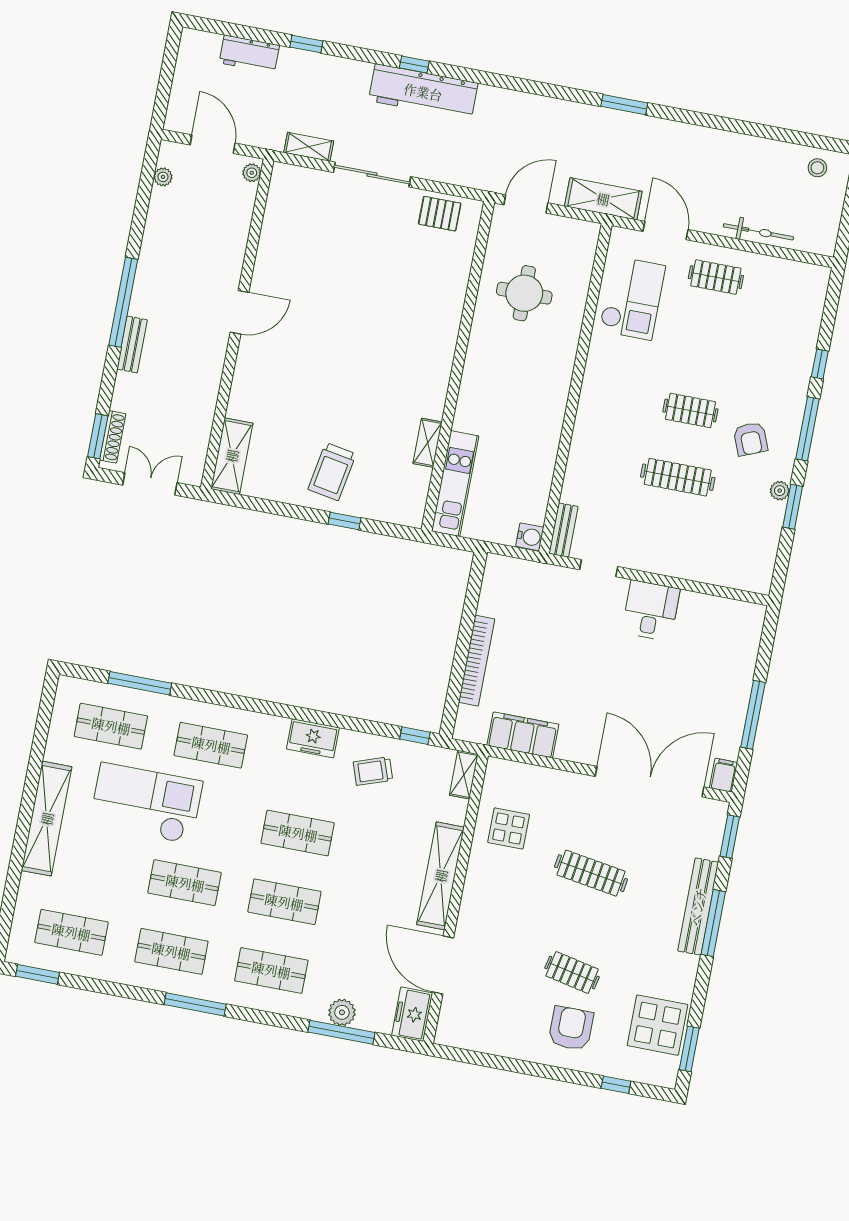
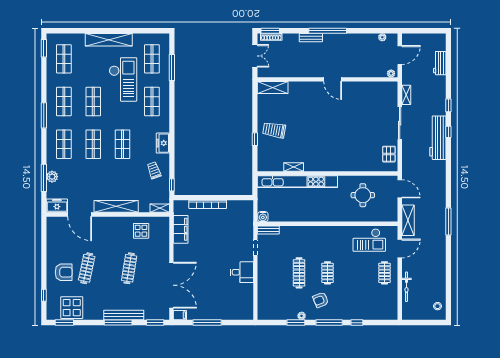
window: (306, 44) -> (448, 105), moved
window: (624, 105) -> (448, 222), width x1.44
kitchen unit: (455, 484) -> (297, 182), width x1.86
door: (443, 965) -> (80, 215), swing flipped
clothes rail: (572, 973) -> (87, 268), width x1.36

